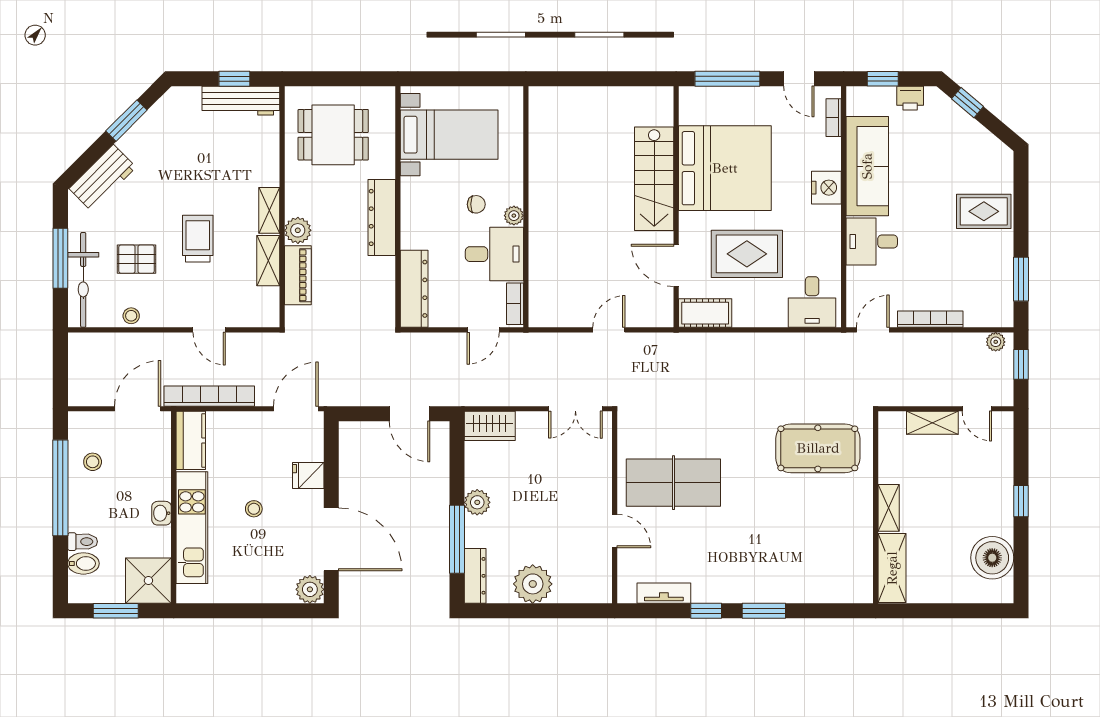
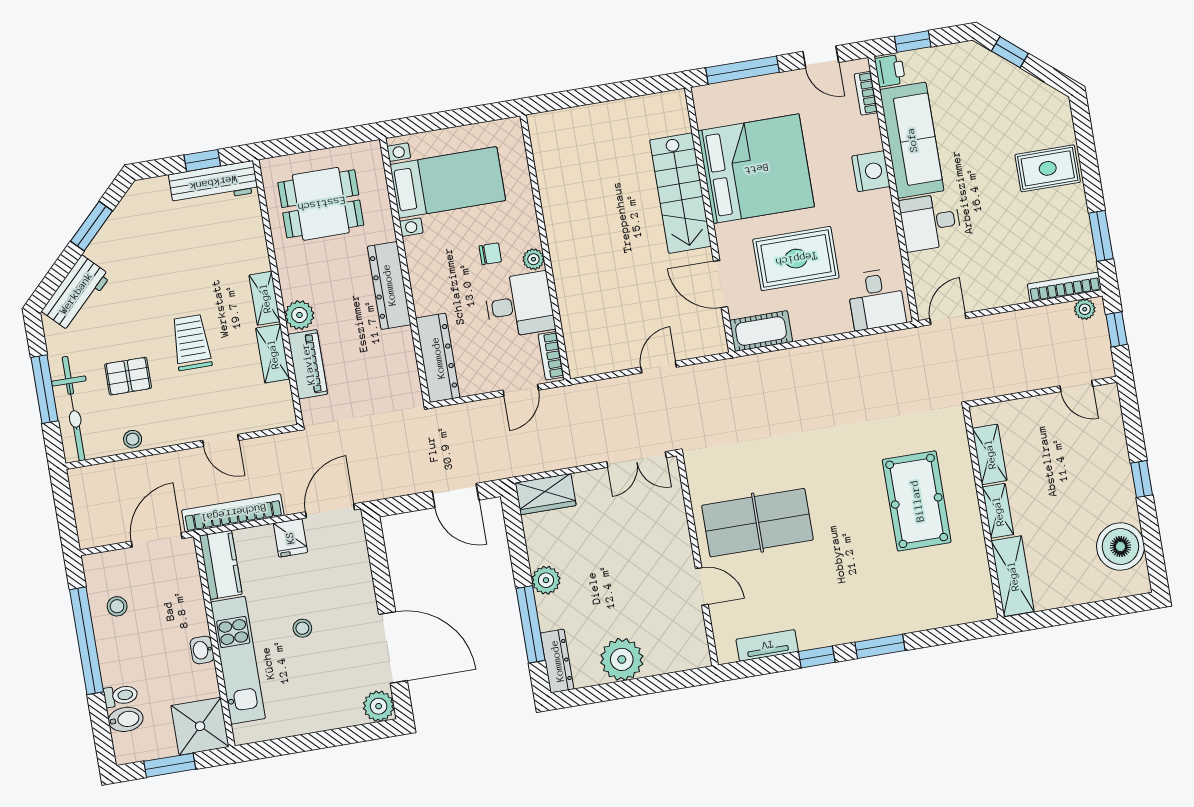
printer: (910, 98) -> (890, 71), moved, turned -90
bookcase: (930, 319) -> (1064, 287), moved
shelving: (932, 423) -> (990, 454), moved, turned 90
pool table: (818, 448) -> (917, 501), moved, turned 90
fridge: (308, 475) -> (290, 538), moved, turned -90

